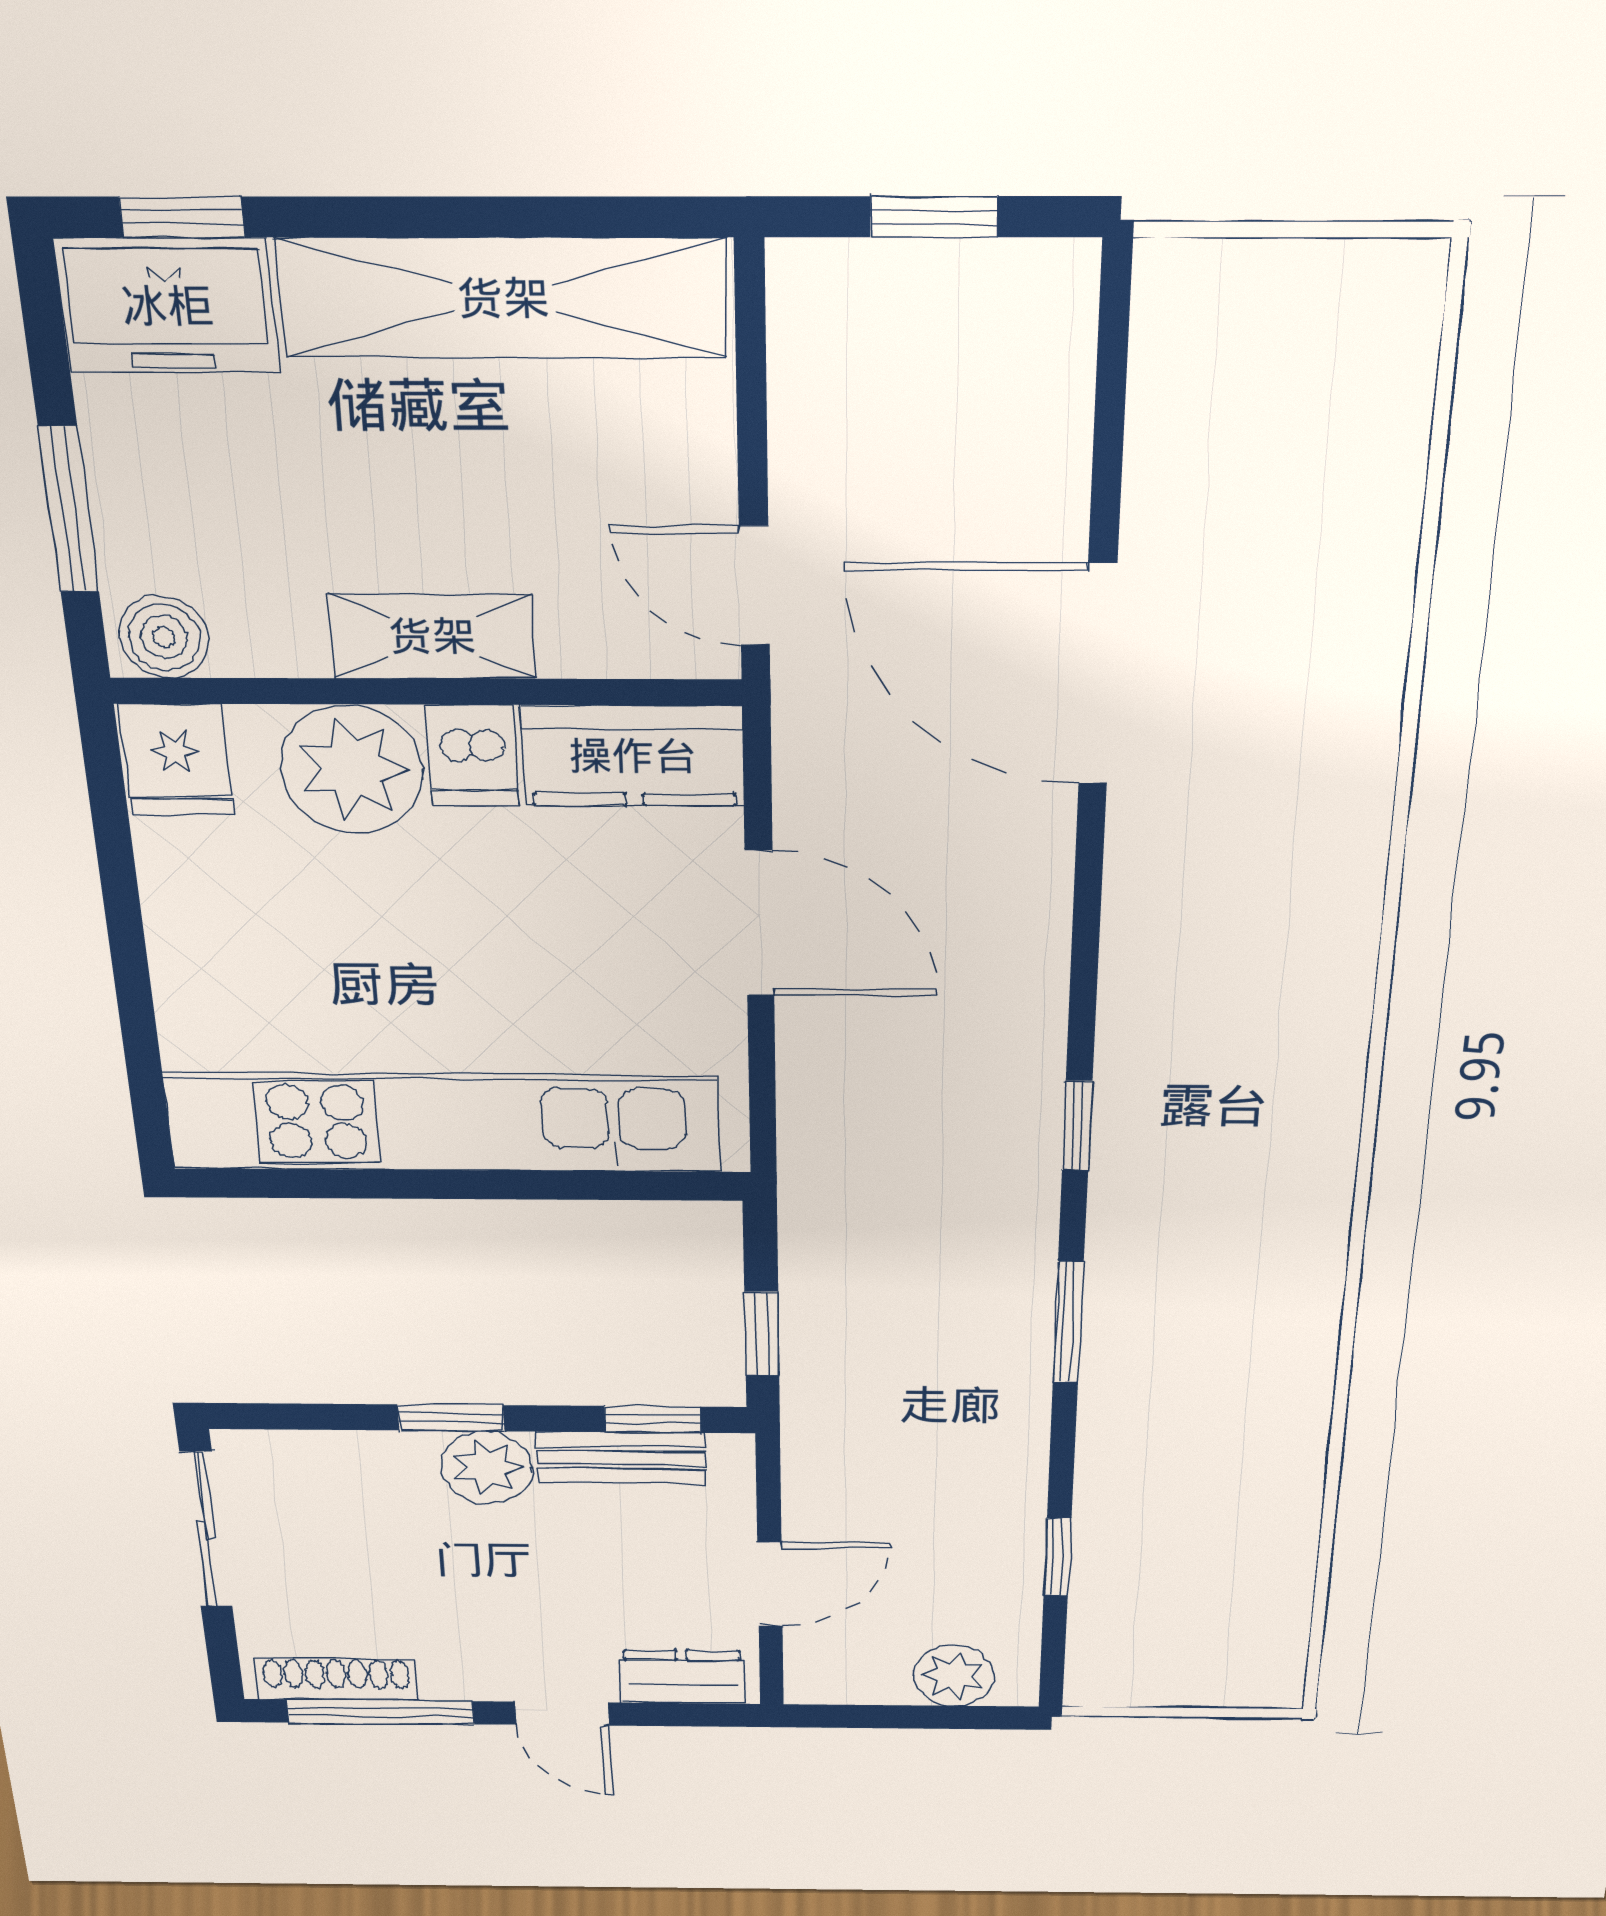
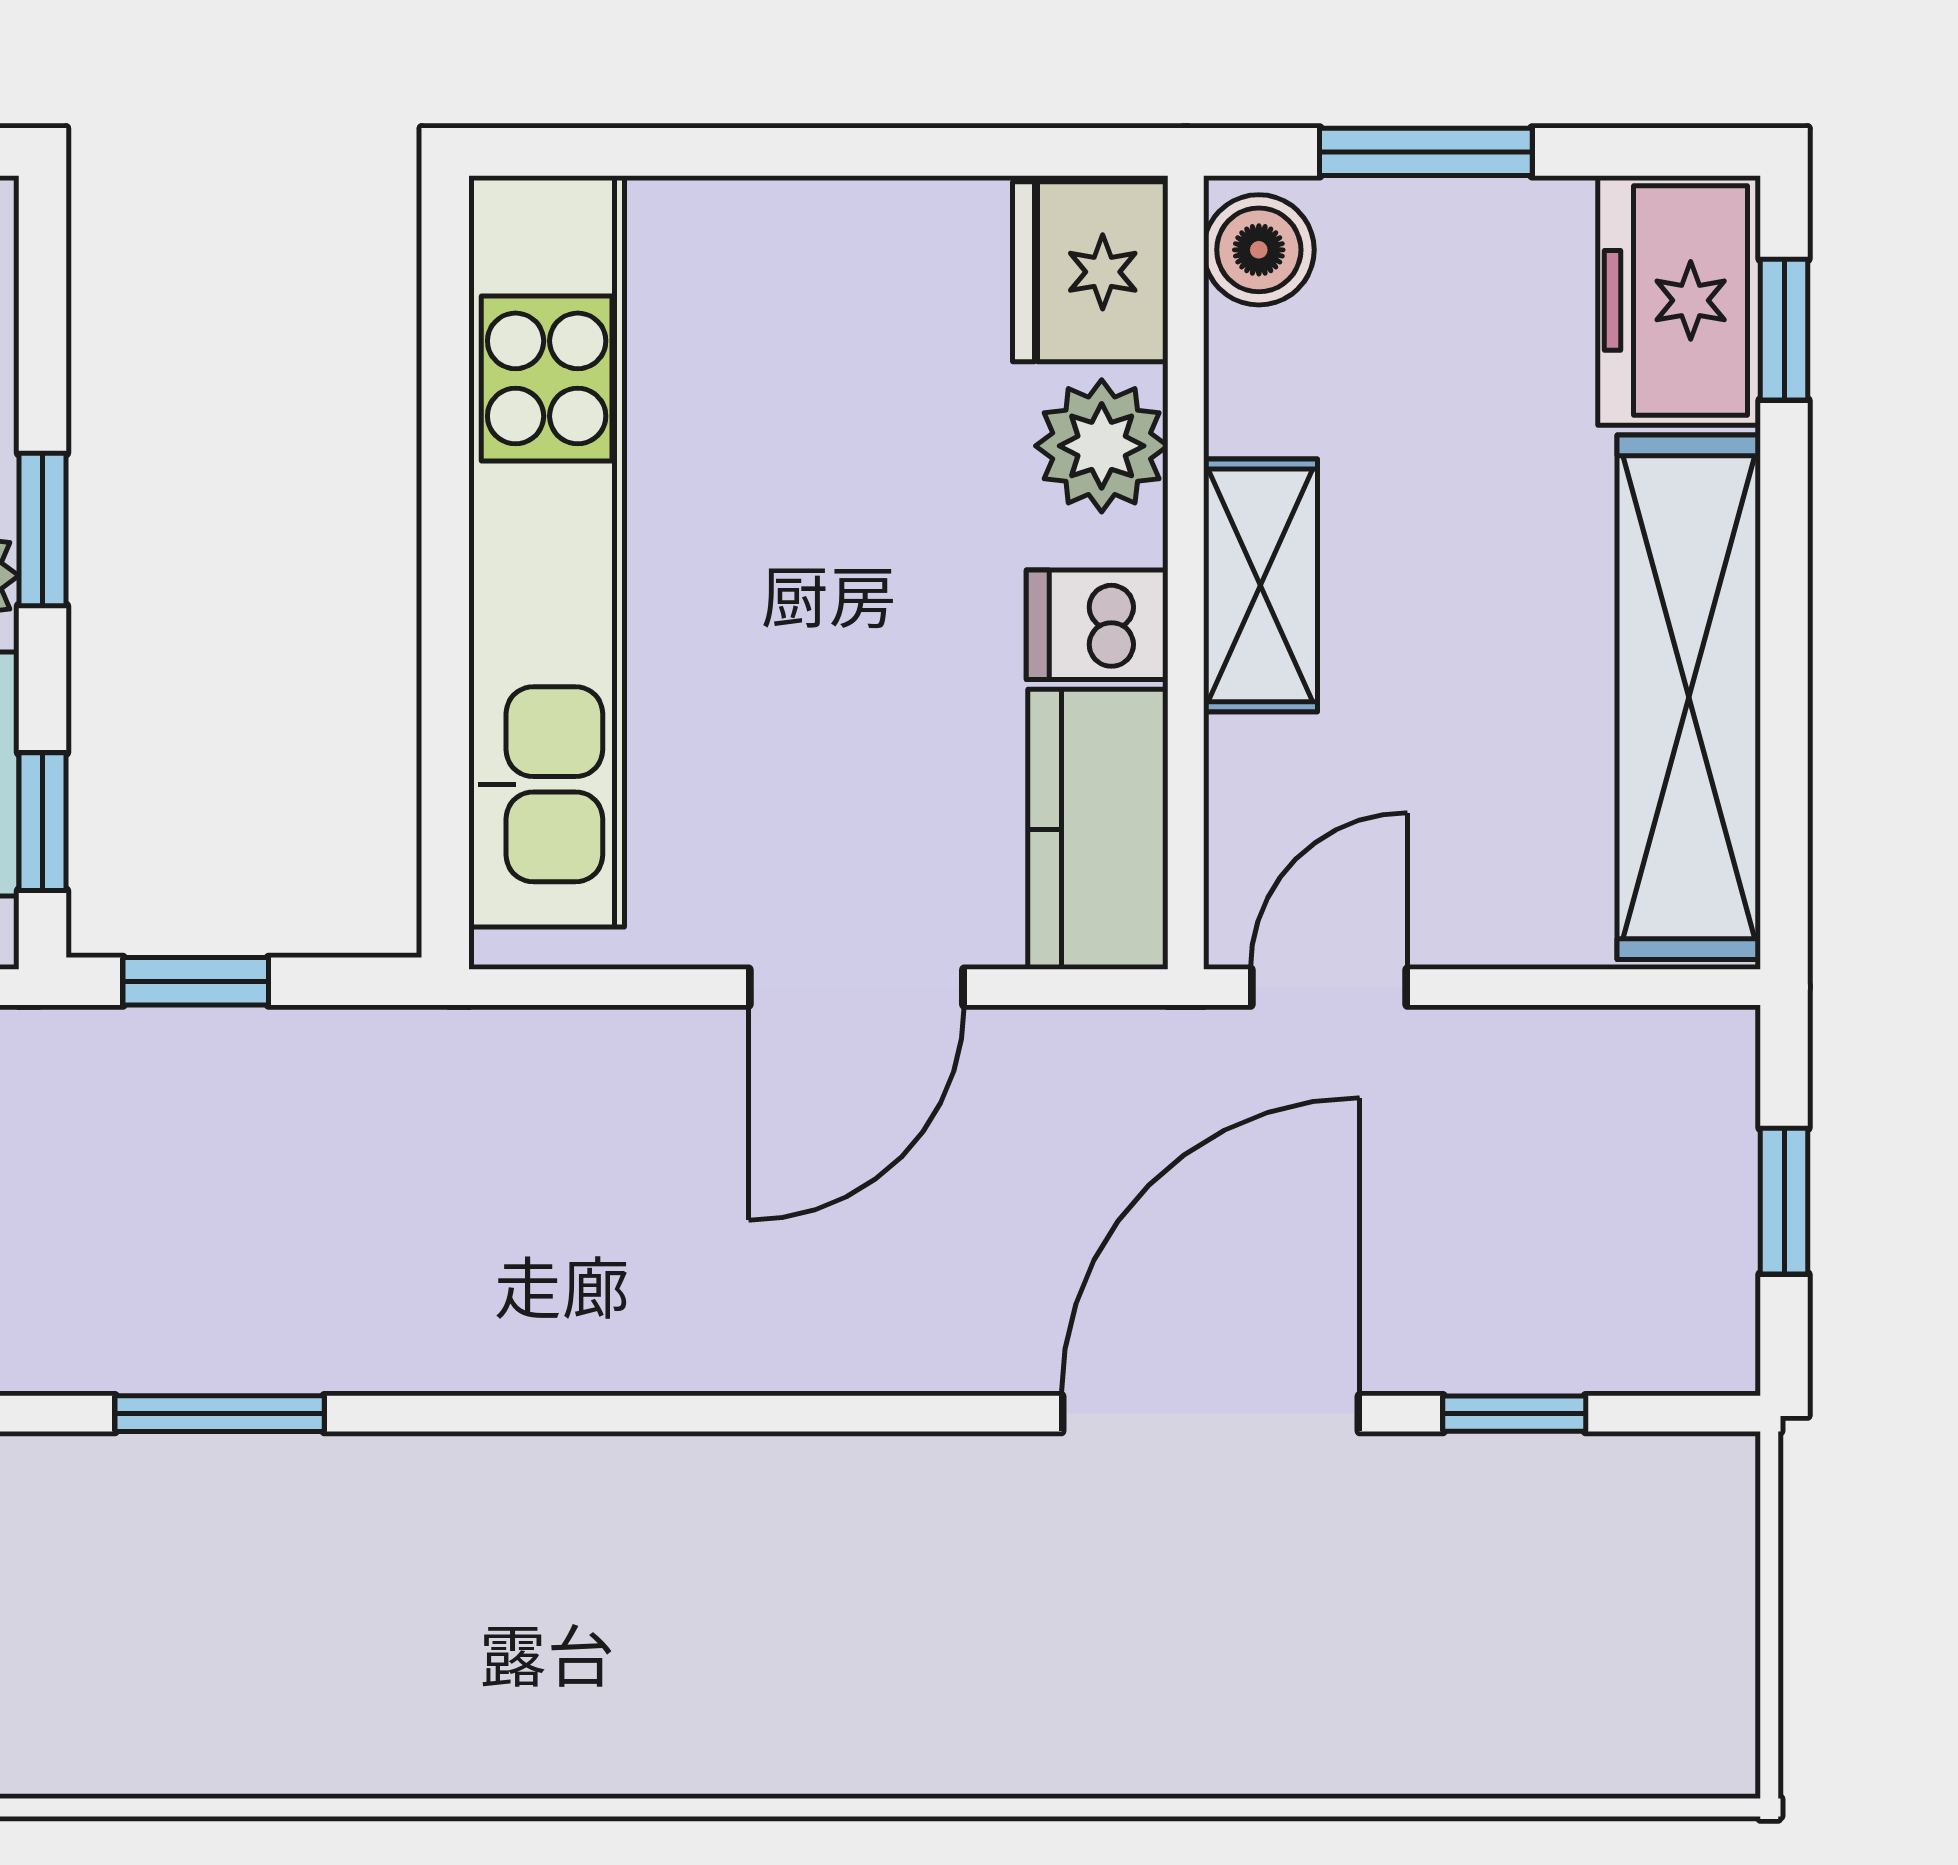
fridge: (176, 760) -> (1090, 272), width x1.38
plant: (352, 769) -> (1102, 446), width x0.73, depth x0.73
window: (1077, 1126) -> (1514, 1414), moved

